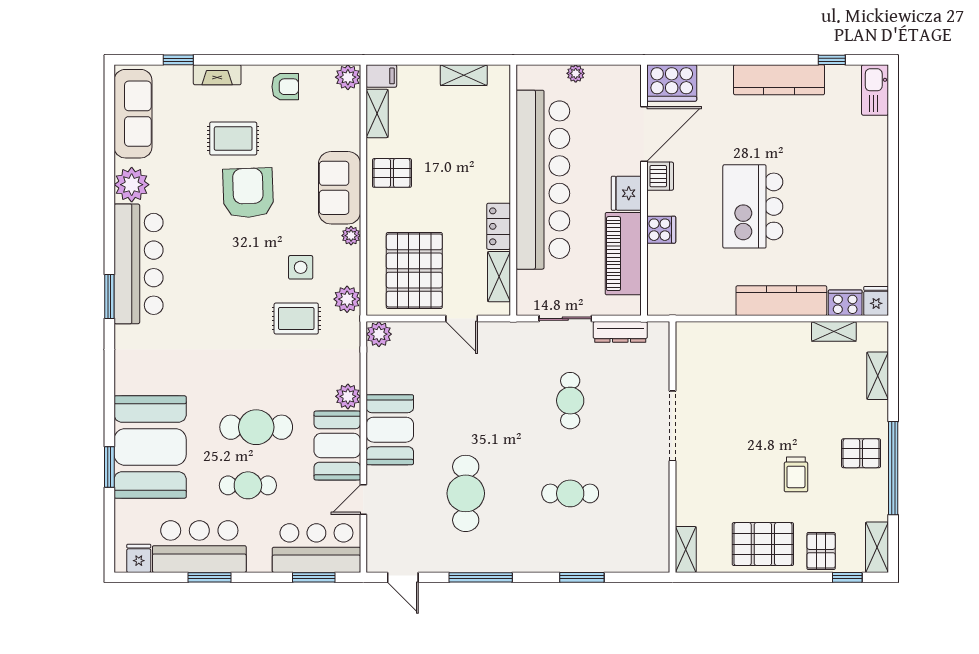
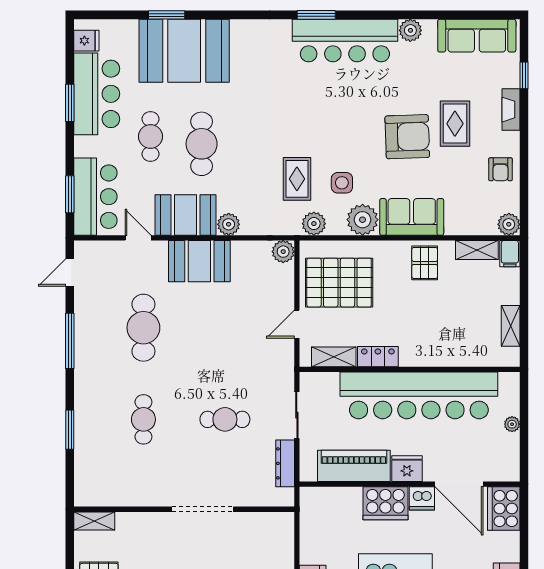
plant: (132, 185) -> (410, 30), width x0.73, depth x0.73
cooker: (661, 230) -> (385, 503), width x1.87, depth x1.31
plant: (351, 236) -> (363, 220), width x1.88, depth x1.88
cafe table: (466, 493) -> (143, 328), turned 90

